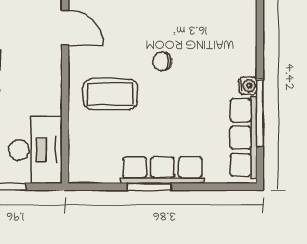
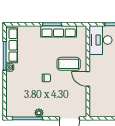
door: (65, 28) -> (88, 79), moved
row of seats: (162, 170) -> (59, 31), moved

